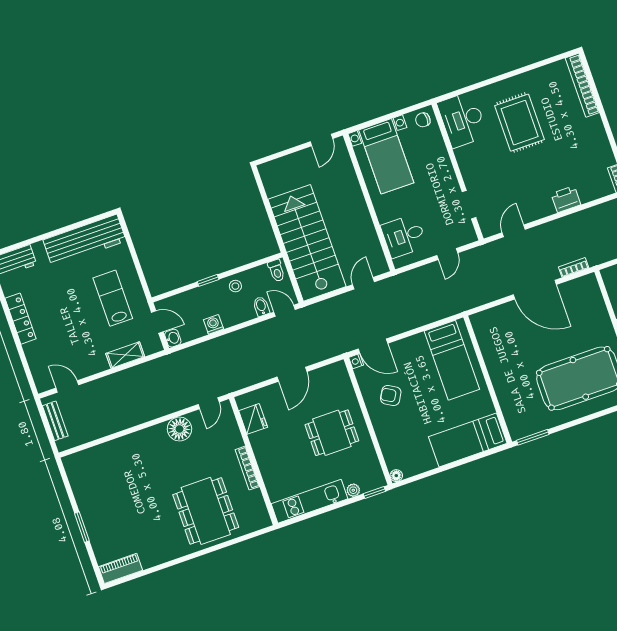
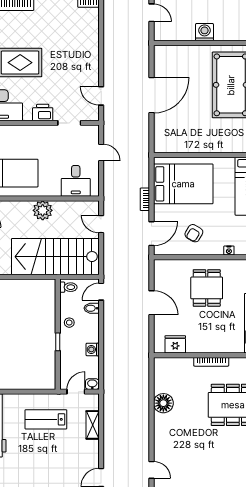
printer: (566, 199) -> (43, 112), moved, turned 90
plant: (356, 209) -> (43, 210), added
bookcase: (574, 267) -> (145, 199), moved
bed: (452, 360) -> (183, 184), width x1.50
nightstand: (356, 361) -> (229, 250), moved
door: (209, 403) -> (152, 470), moved

